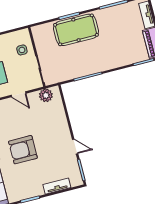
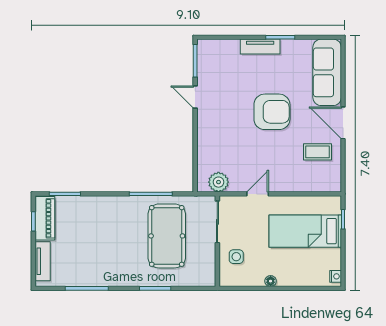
pool table: (76, 30) -> (167, 236), moved, turned 90
door: (19, 94) -> (258, 194), hinge flipped
tv unit: (57, 186) -> (260, 47), moved

